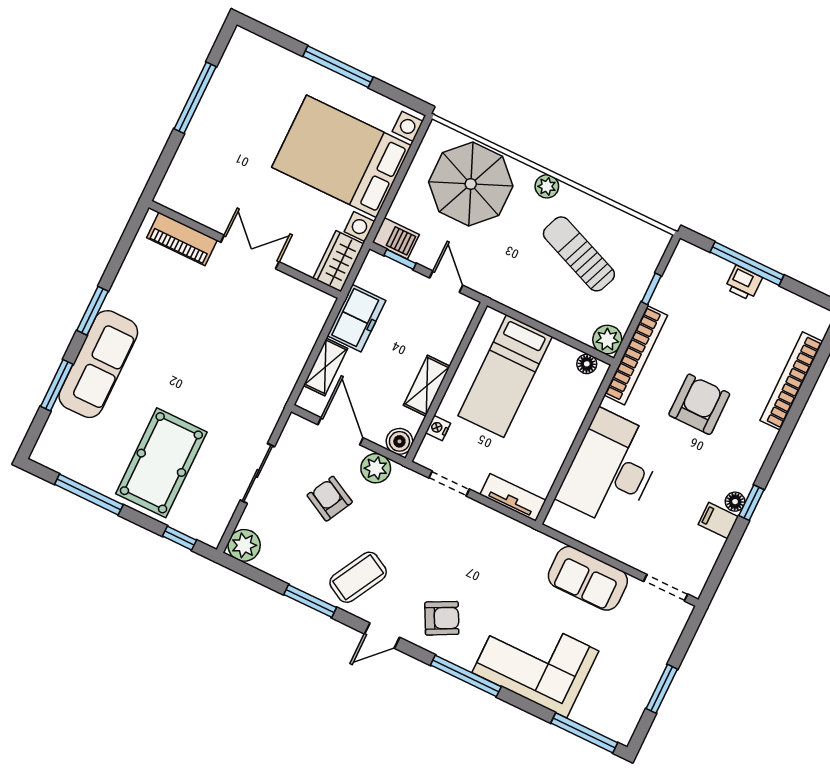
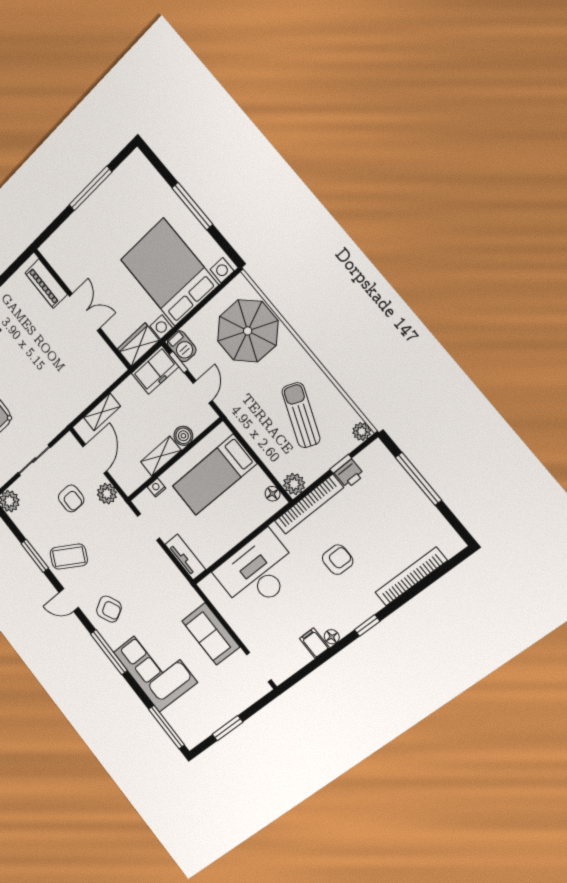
plant: (547, 186) -> (362, 432), moved
printer: (744, 283) -> (349, 474), moved, turned -90
freezer: (356, 318) -> (155, 370), moved
armchair: (699, 404) -> (338, 560), width x0.72, depth x0.72
boiler: (399, 441) -> (183, 436), moved
armchair: (330, 499) -> (71, 498), turned 152
window: (751, 503) -> (367, 625), moved

